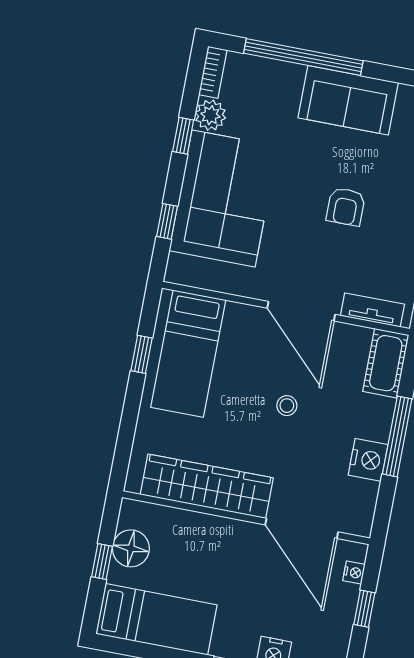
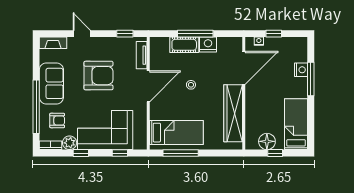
armchair: (265, 97) -> (57, 120), added
armchair: (346, 207) -> (98, 76), width x1.88, depth x1.88
window: (142, 354) -> (181, 153), width x2.17
cot: (386, 363) -> (184, 45), moved

